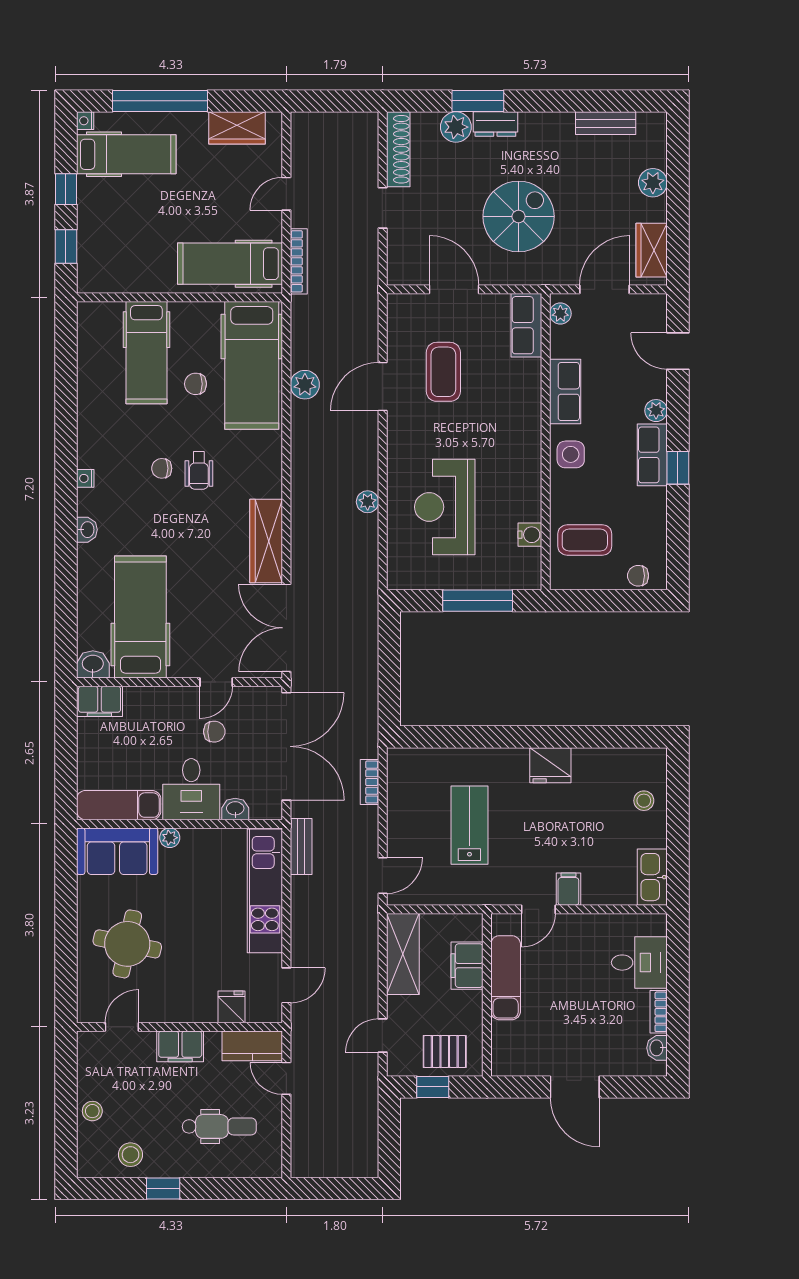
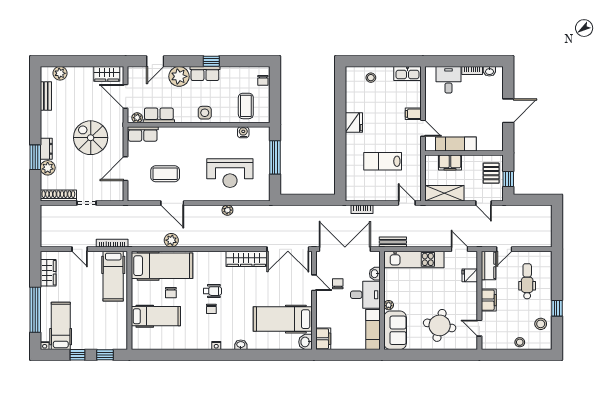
plant: (653, 183) -> (60, 73), moved
row of seats: (565, 392) -> (159, 115), moved
plant: (656, 411) -> (179, 76), width x1.88, depth x1.88

